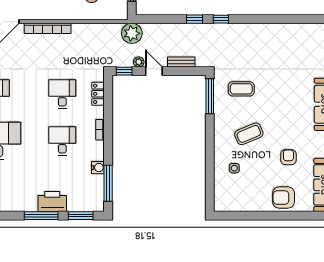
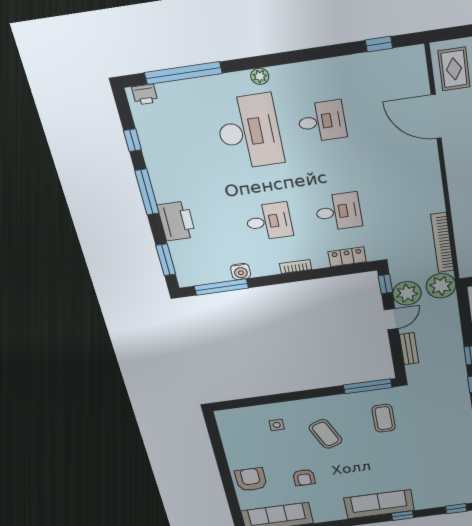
bookcase: (48, 28) -> (442, 243), moved
plant: (139, 62) -> (407, 293), width x1.88, depth x1.88
armchair: (288, 157) -> (304, 477), turned 90
window: (41, 216) -> (147, 192), moved

